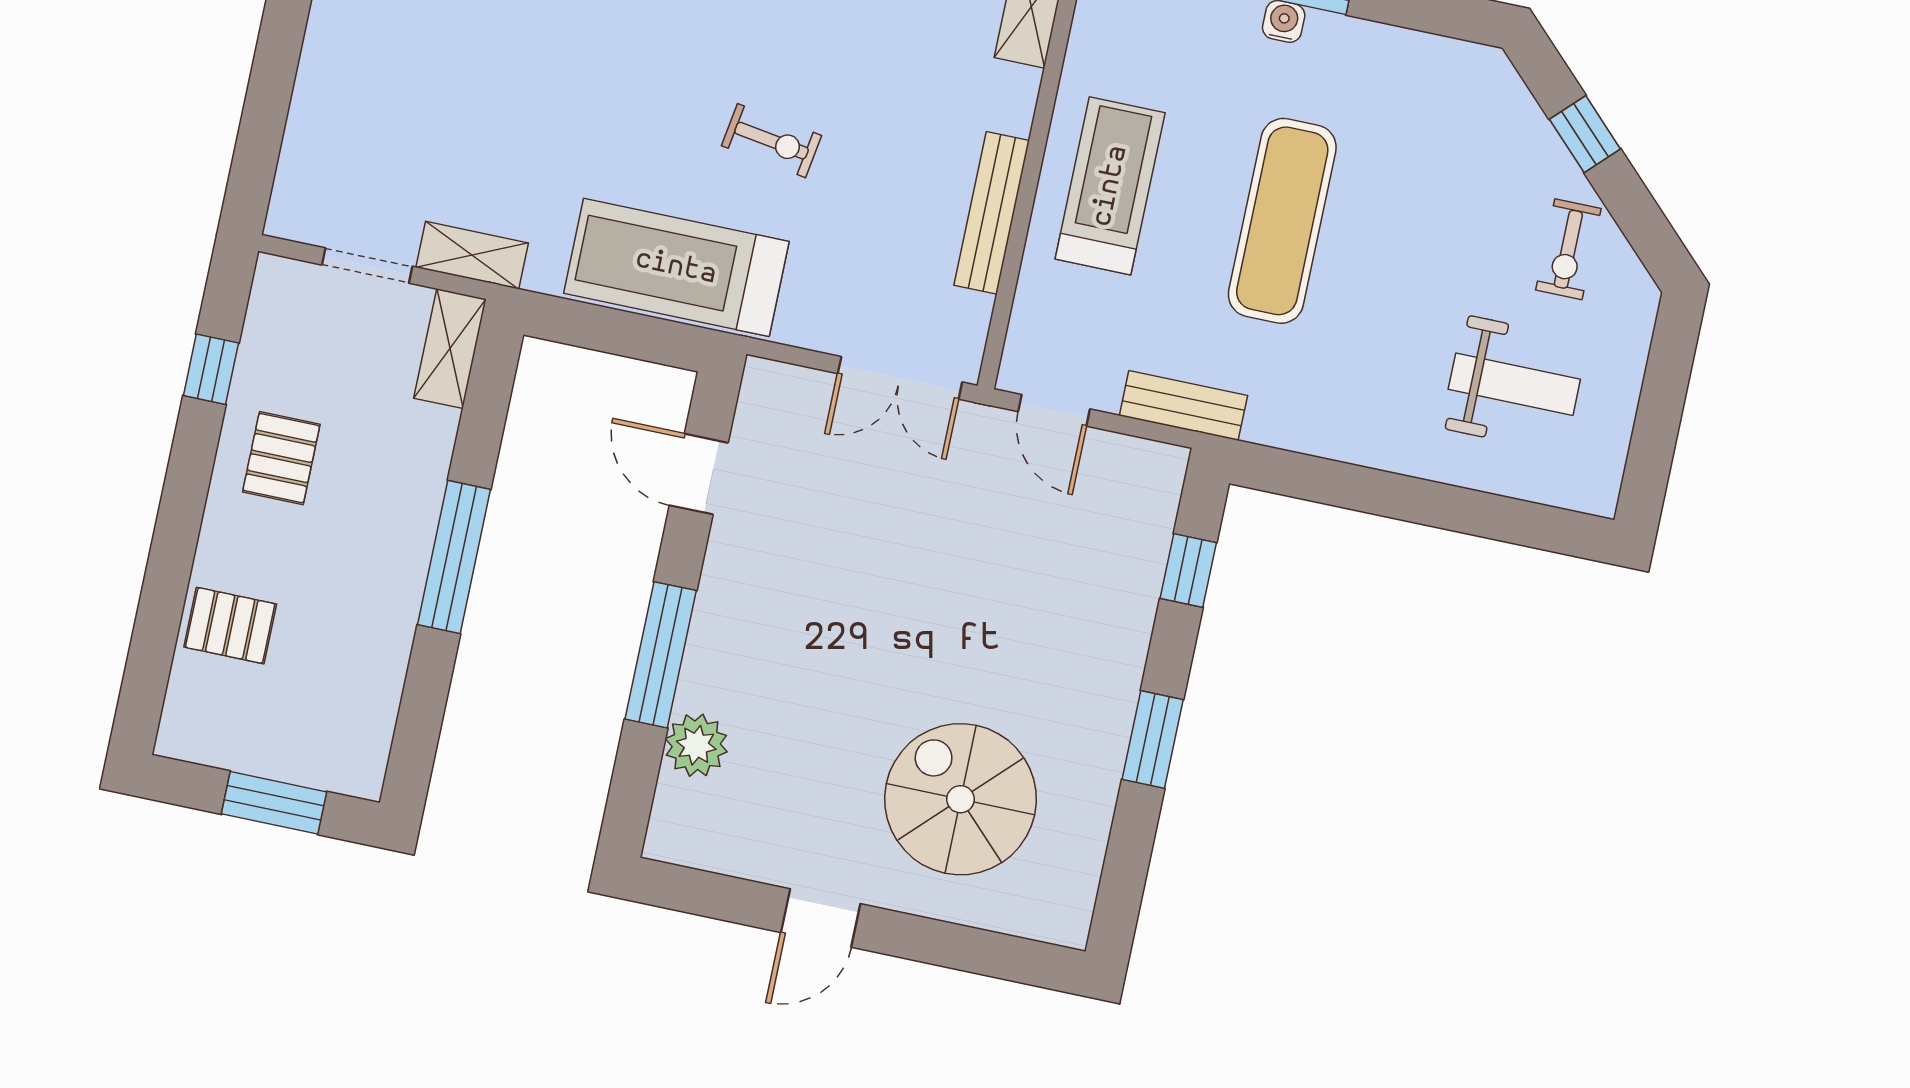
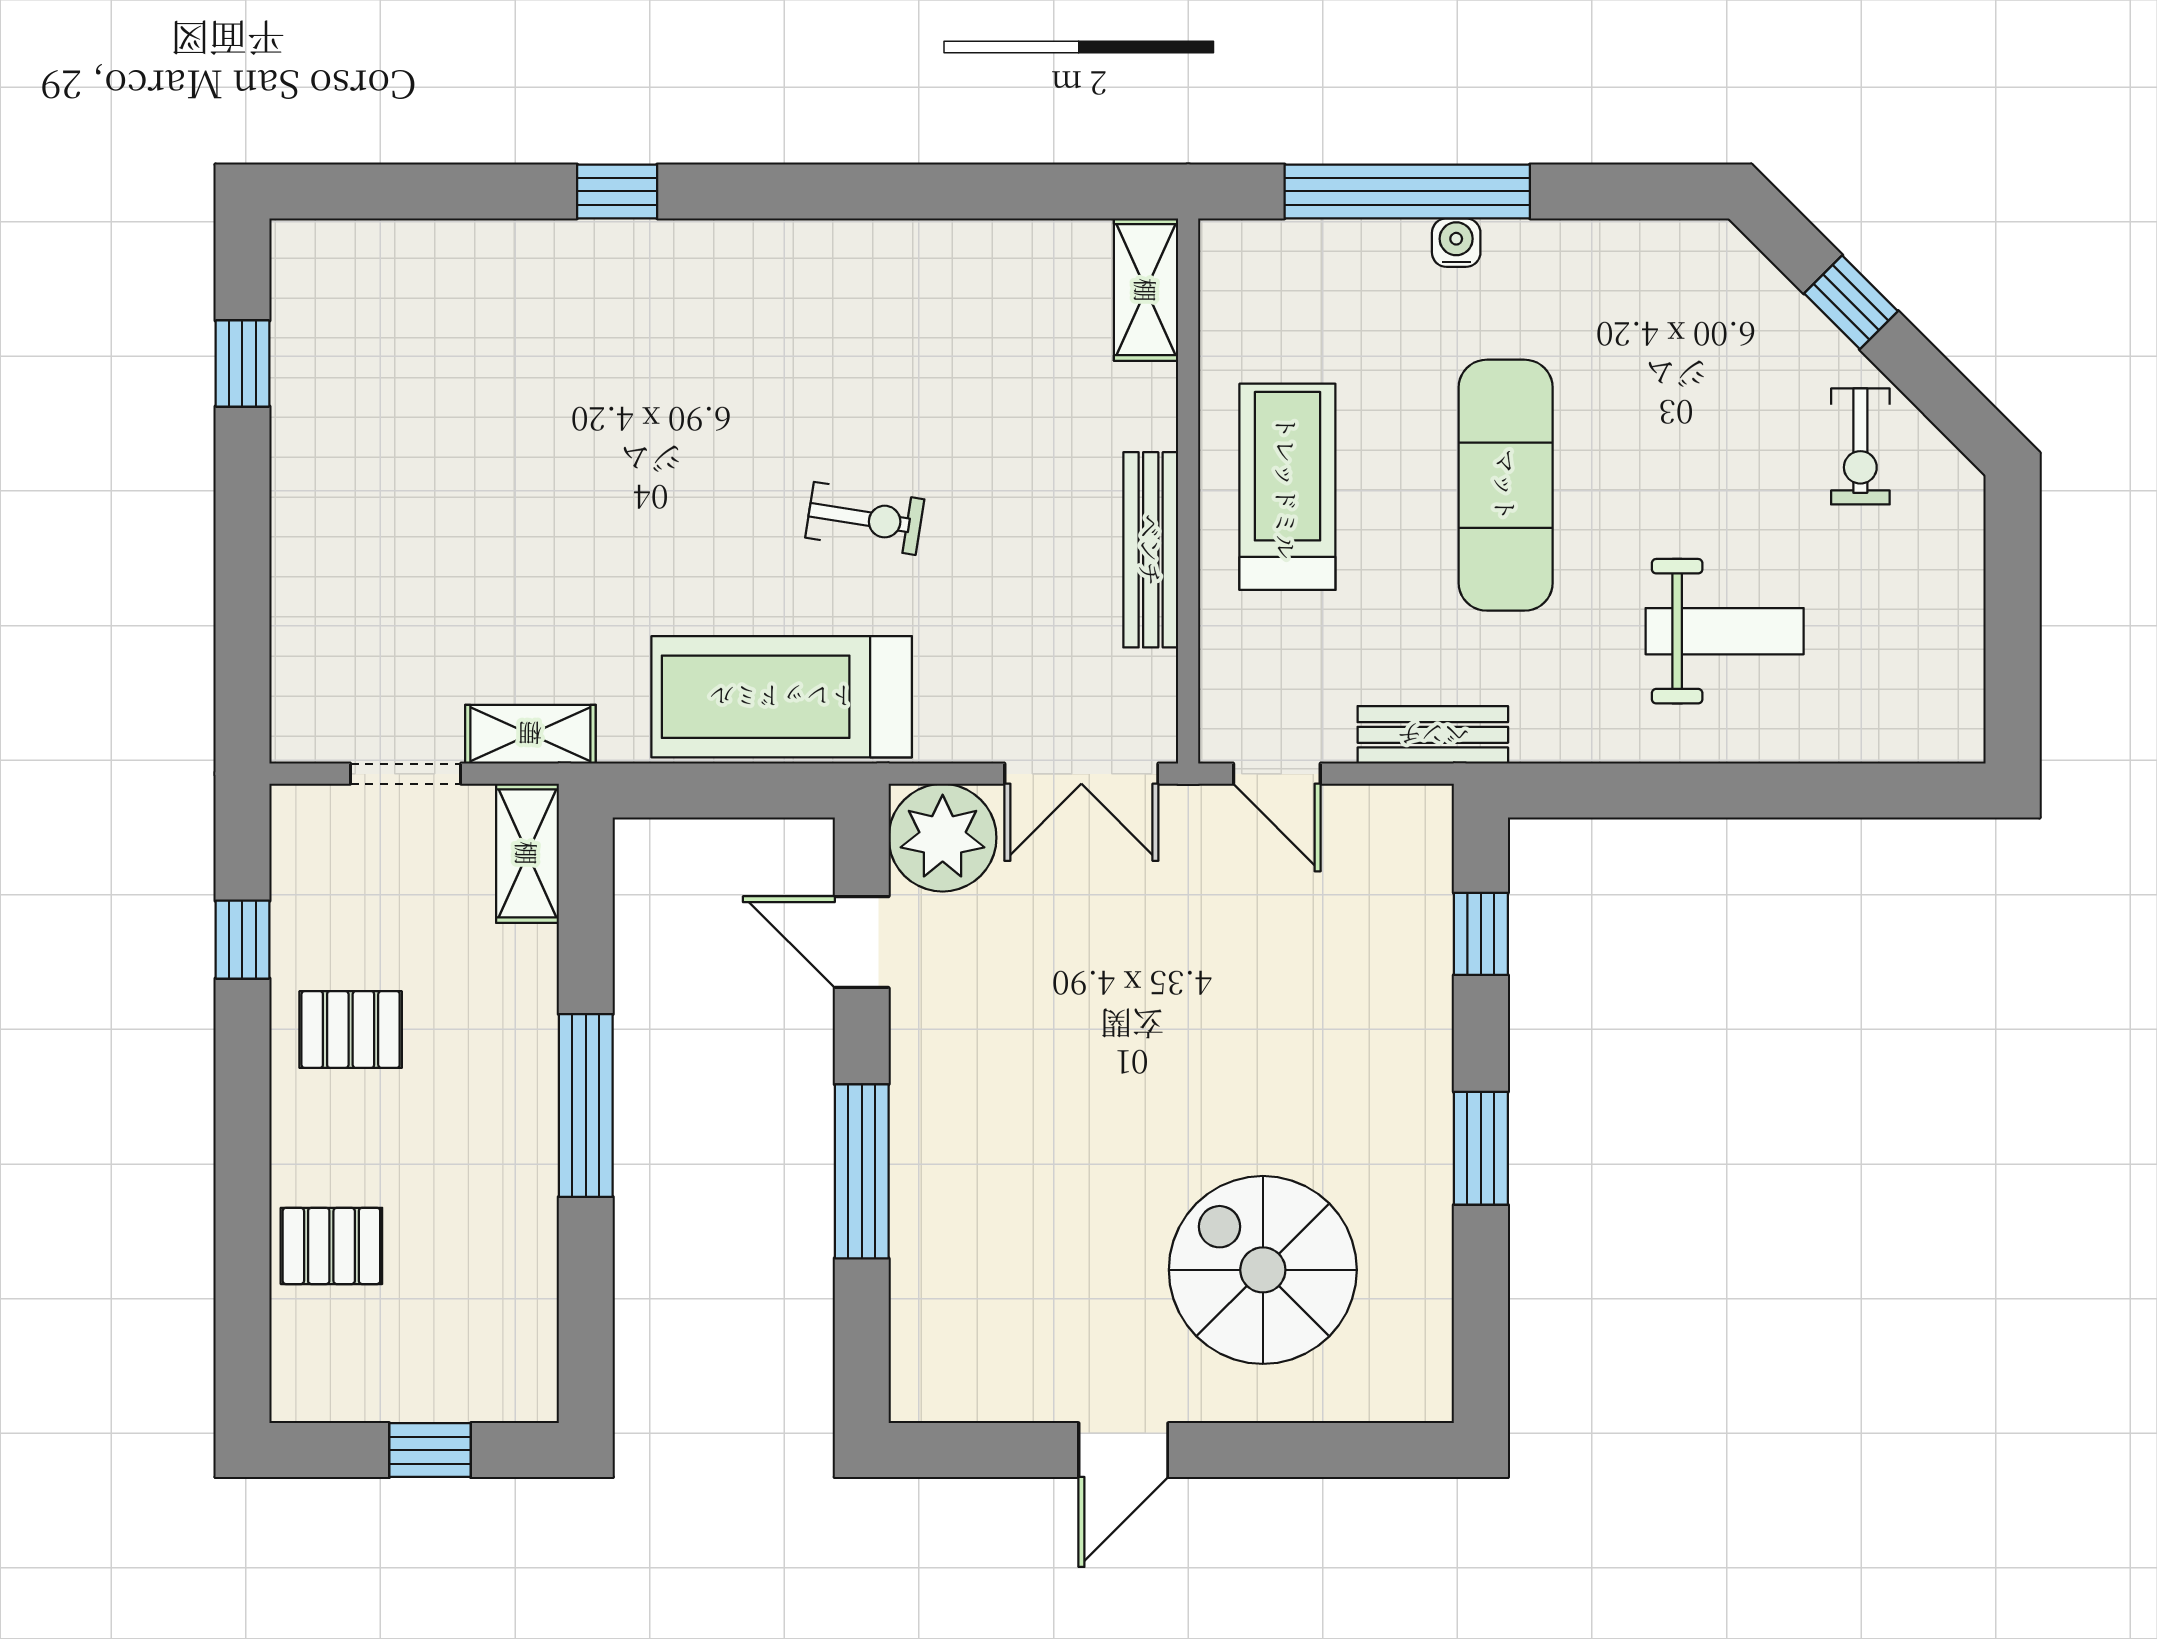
weight bench: (1514, 384) -> (1725, 631), moved
pallet: (281, 458) -> (351, 1030), turned 90
plant: (696, 745) -> (943, 838), moved, width x1.36, depth x1.36
window: (274, 803) -> (430, 1450), width x0.67

